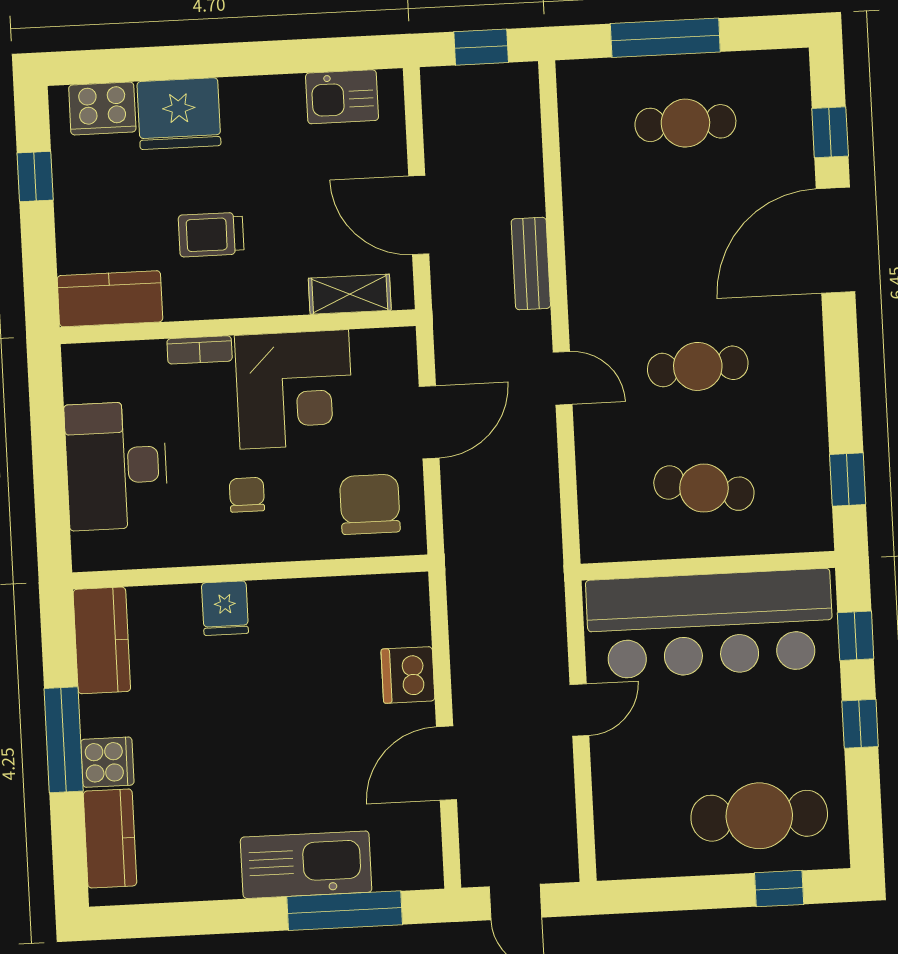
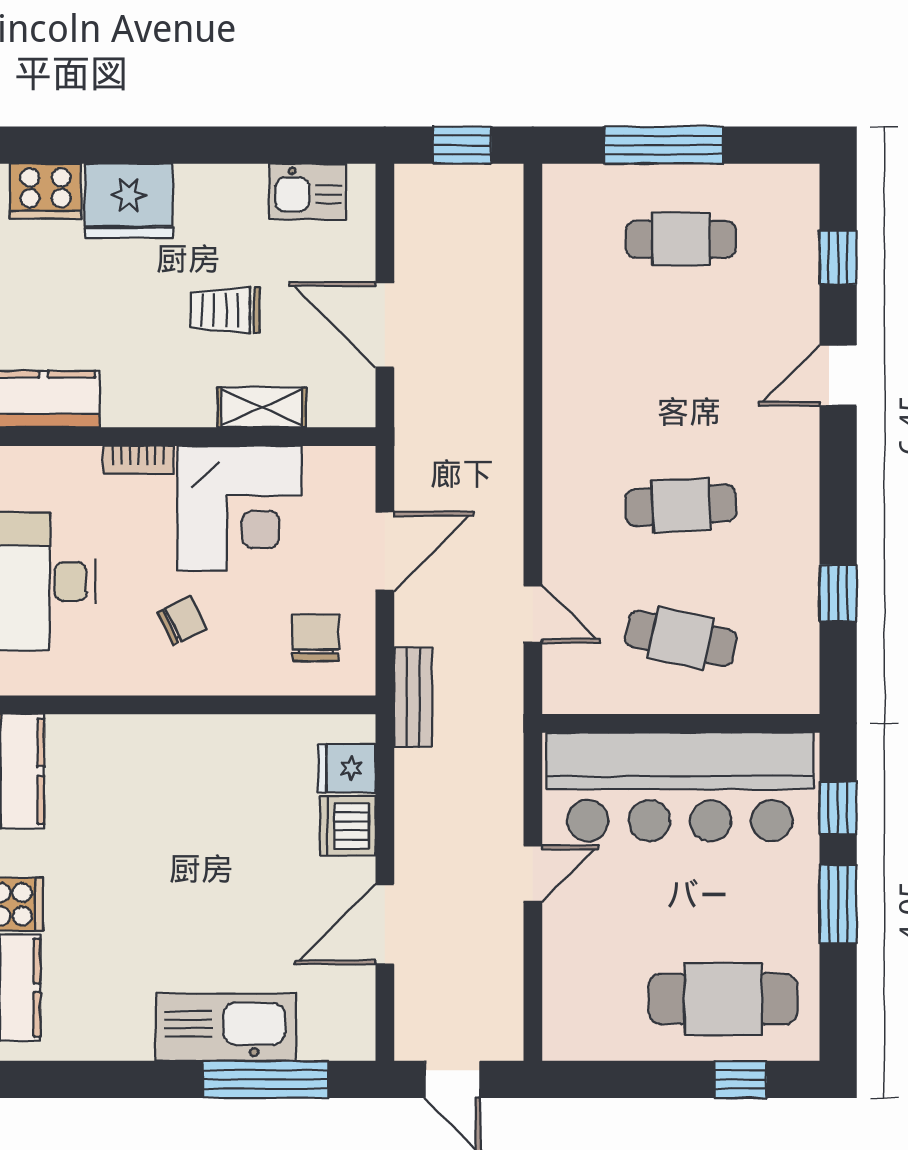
trolley: (211, 235) -> (225, 310), moved
door: (836, 240) -> (838, 375), width x0.53
bench: (531, 264) -> (413, 697), moved
shelving: (350, 294) -> (262, 407), moved
door: (563, 378) -> (533, 614), moved
window: (848, 480) -> (838, 593), moved
chair: (247, 495) -> (182, 620), turned 63
chair: (370, 504) -> (316, 638), width x0.73, depth x0.73
fridge: (225, 608) -> (347, 768), moved, turned 90
window: (860, 724) -> (838, 904), width x1.50

